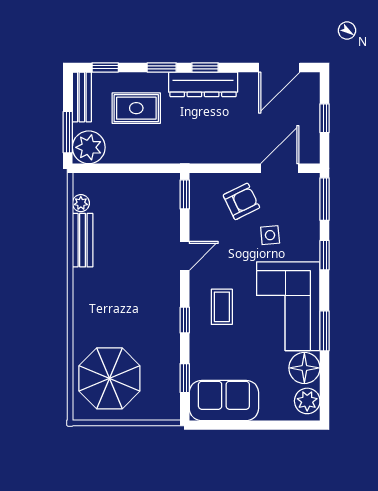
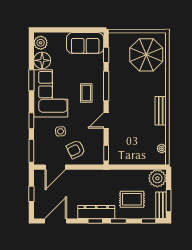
window: (68, 132) -> (169, 201), moved
bench: (83, 240) -> (161, 111), moved
window: (185, 320) -> (106, 86), width x2.17

